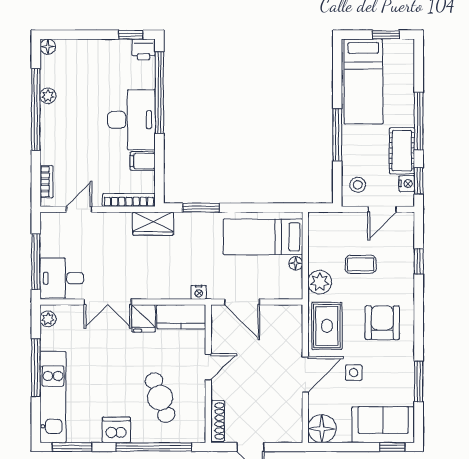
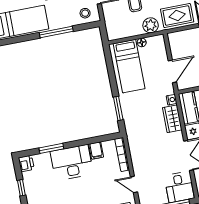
window: (131, 35) -> (21, 188), moved
window: (159, 93) -> (51, 148), width x0.47
wardrobe: (153, 223) -> (172, 119), moved, turned 180

